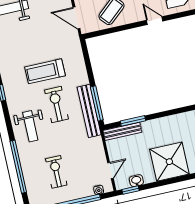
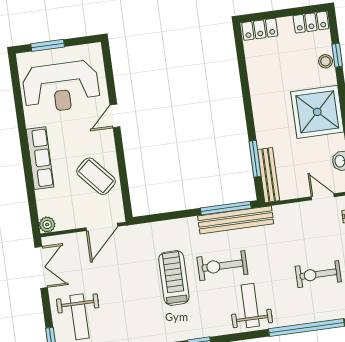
treadmill: (45, 71) -> (174, 278), turned 180
weight bench: (30, 126) -> (250, 306), turned -90

